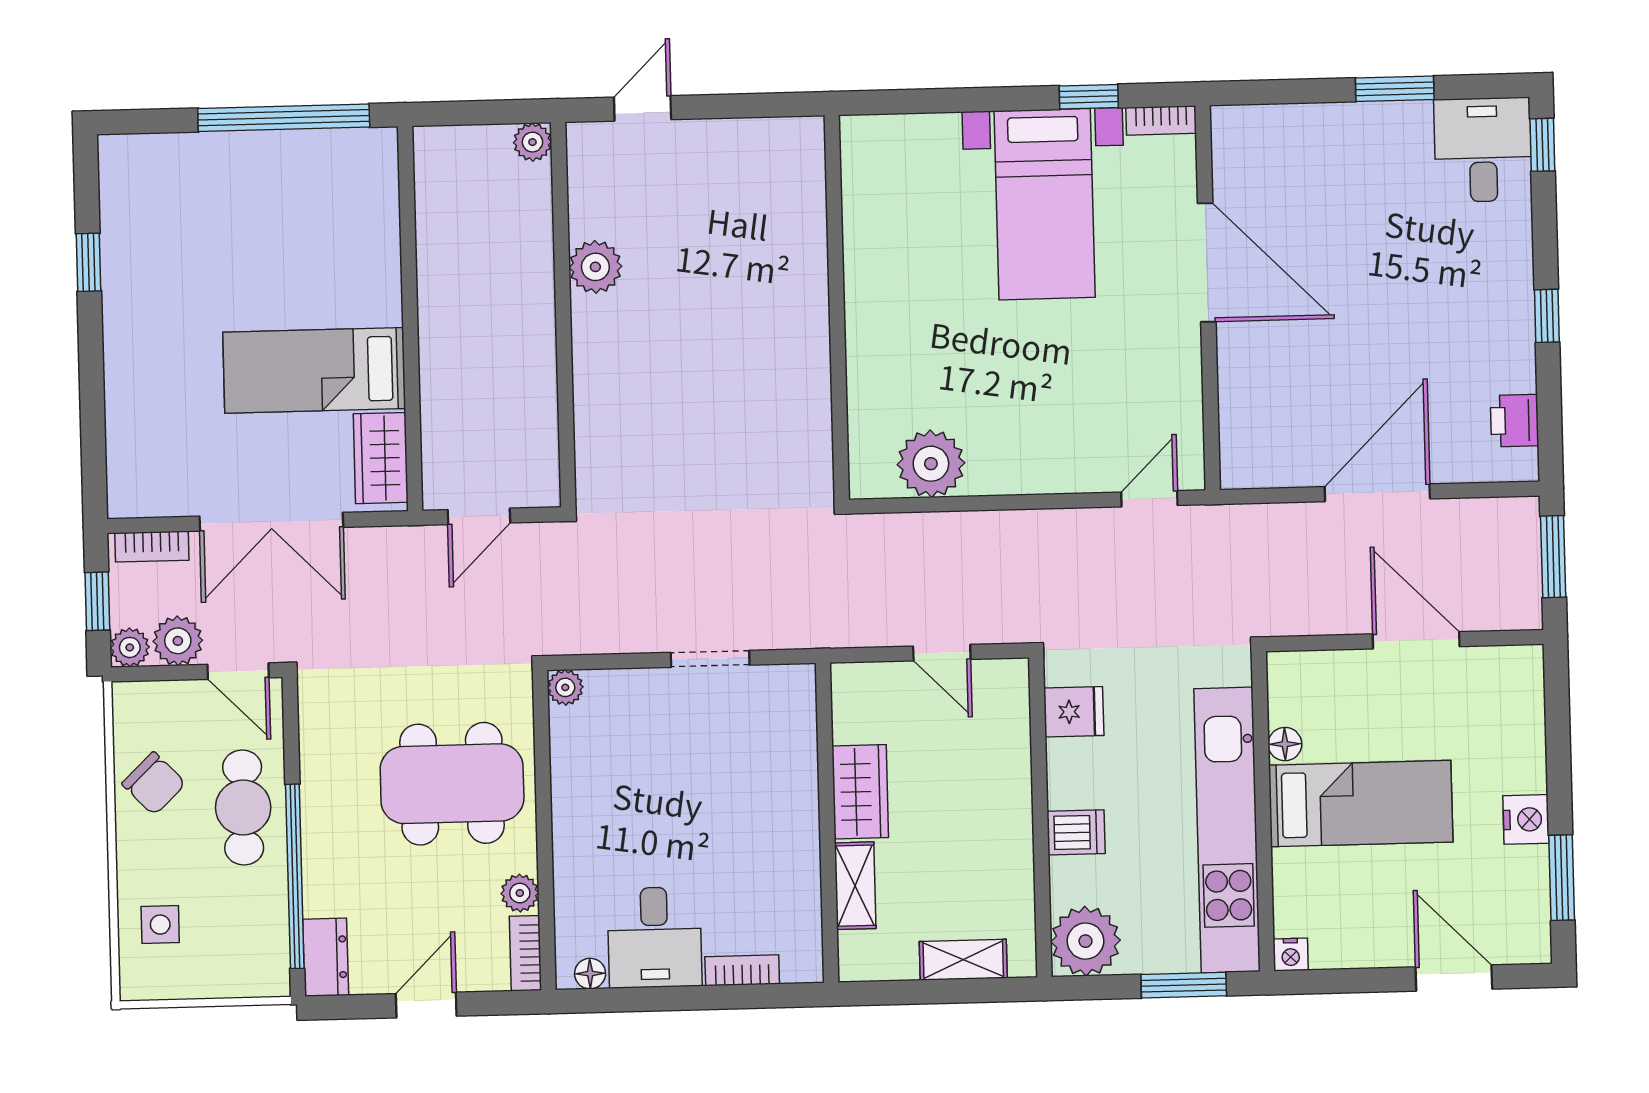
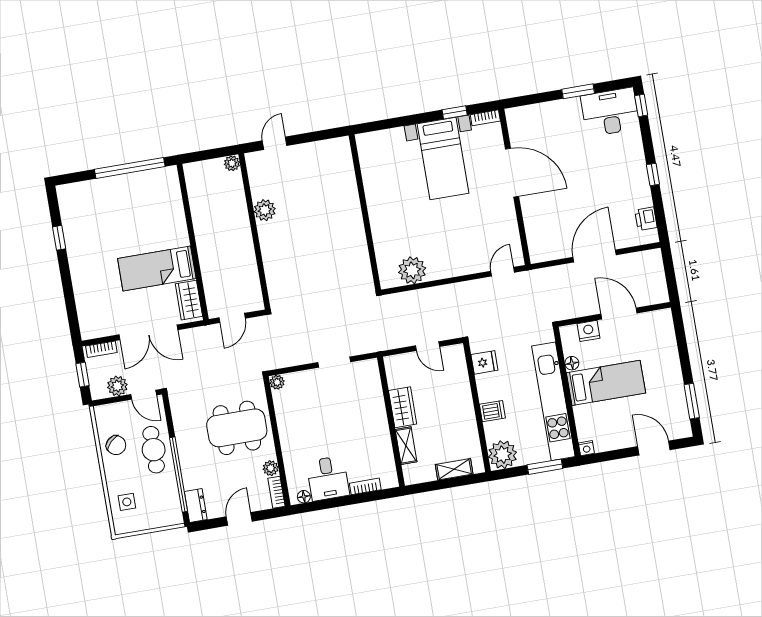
desk: (1483, 150) -> (610, 112), width x1.37
window: (1553, 557) -> (670, 272), removed
plant: (130, 647) -> (98, 391), removed
nightstand: (1526, 819) -> (589, 331), moved, turned -90

